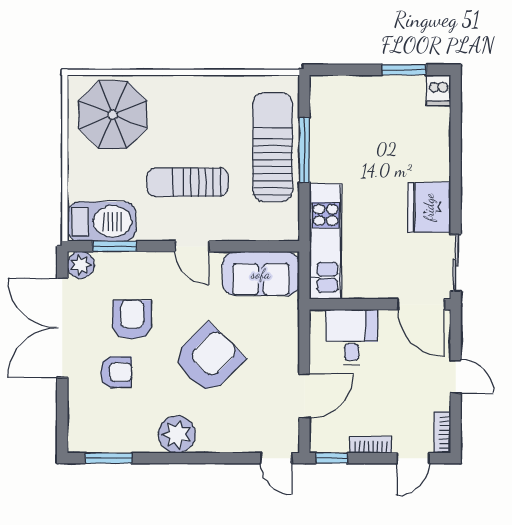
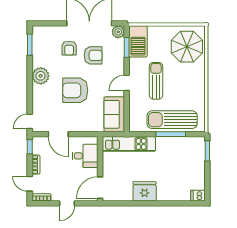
window: (404, 70) -> (207, 151), moved
sun lounger: (273, 147) -> (172, 120), turned 180
sliding door: (456, 263) -> (119, 203), removed
armchair: (208, 359) -> (75, 90), turned 135

